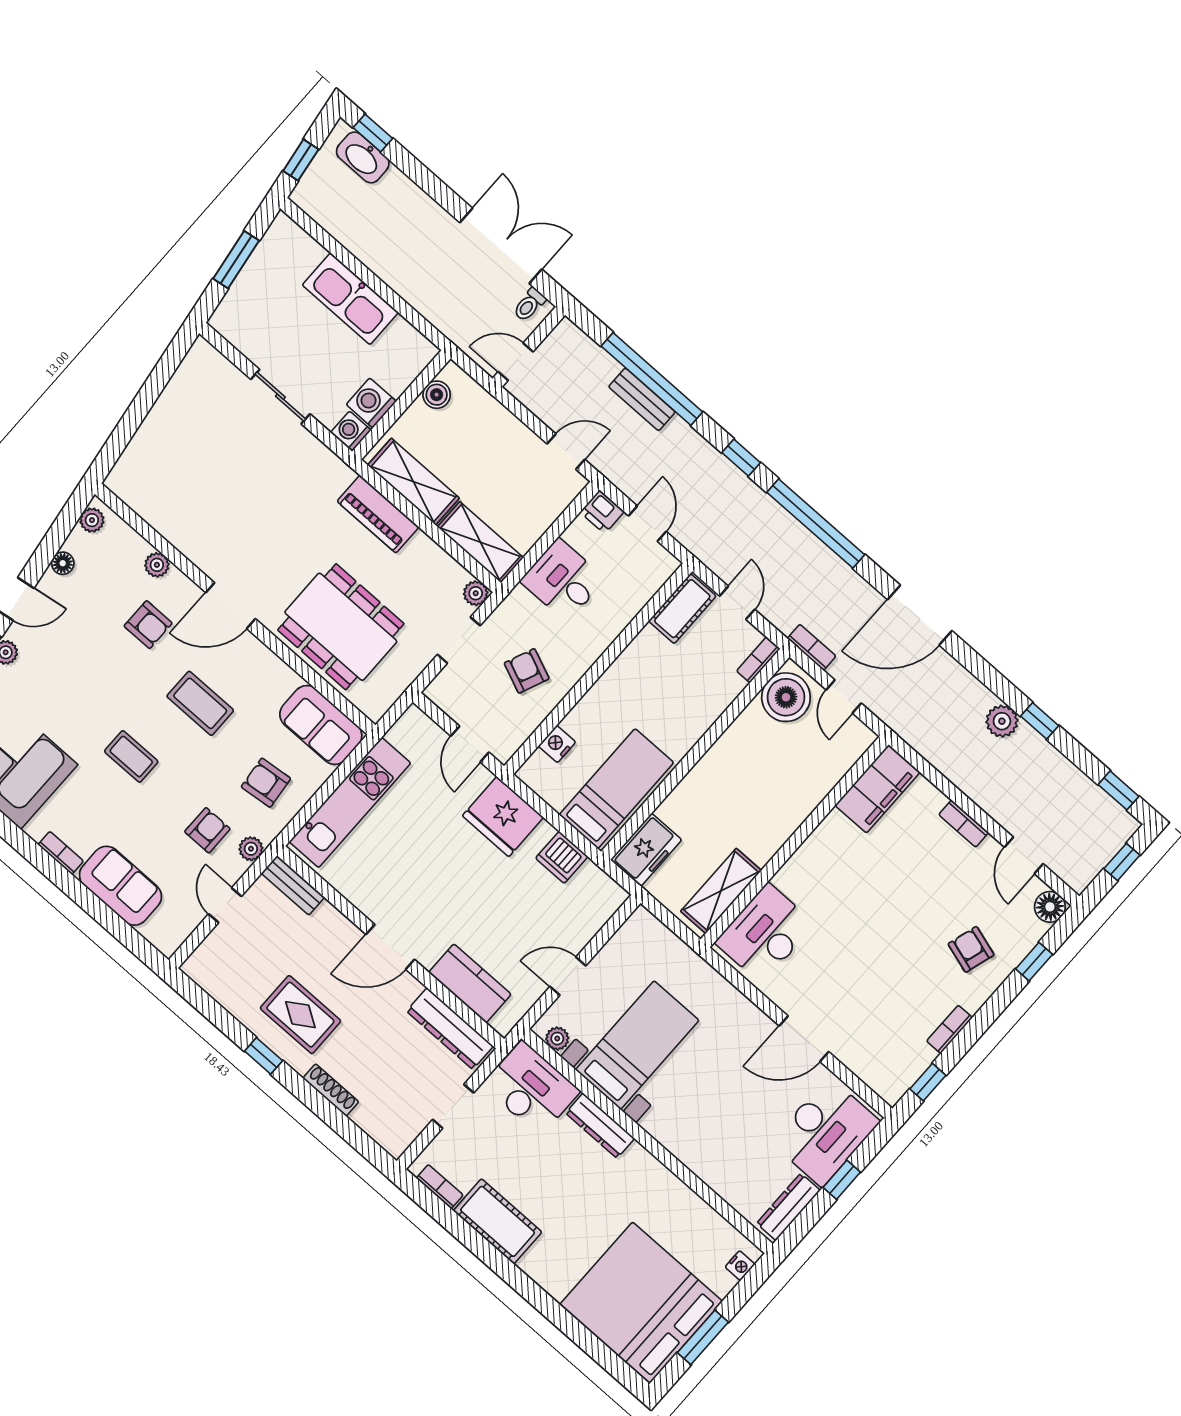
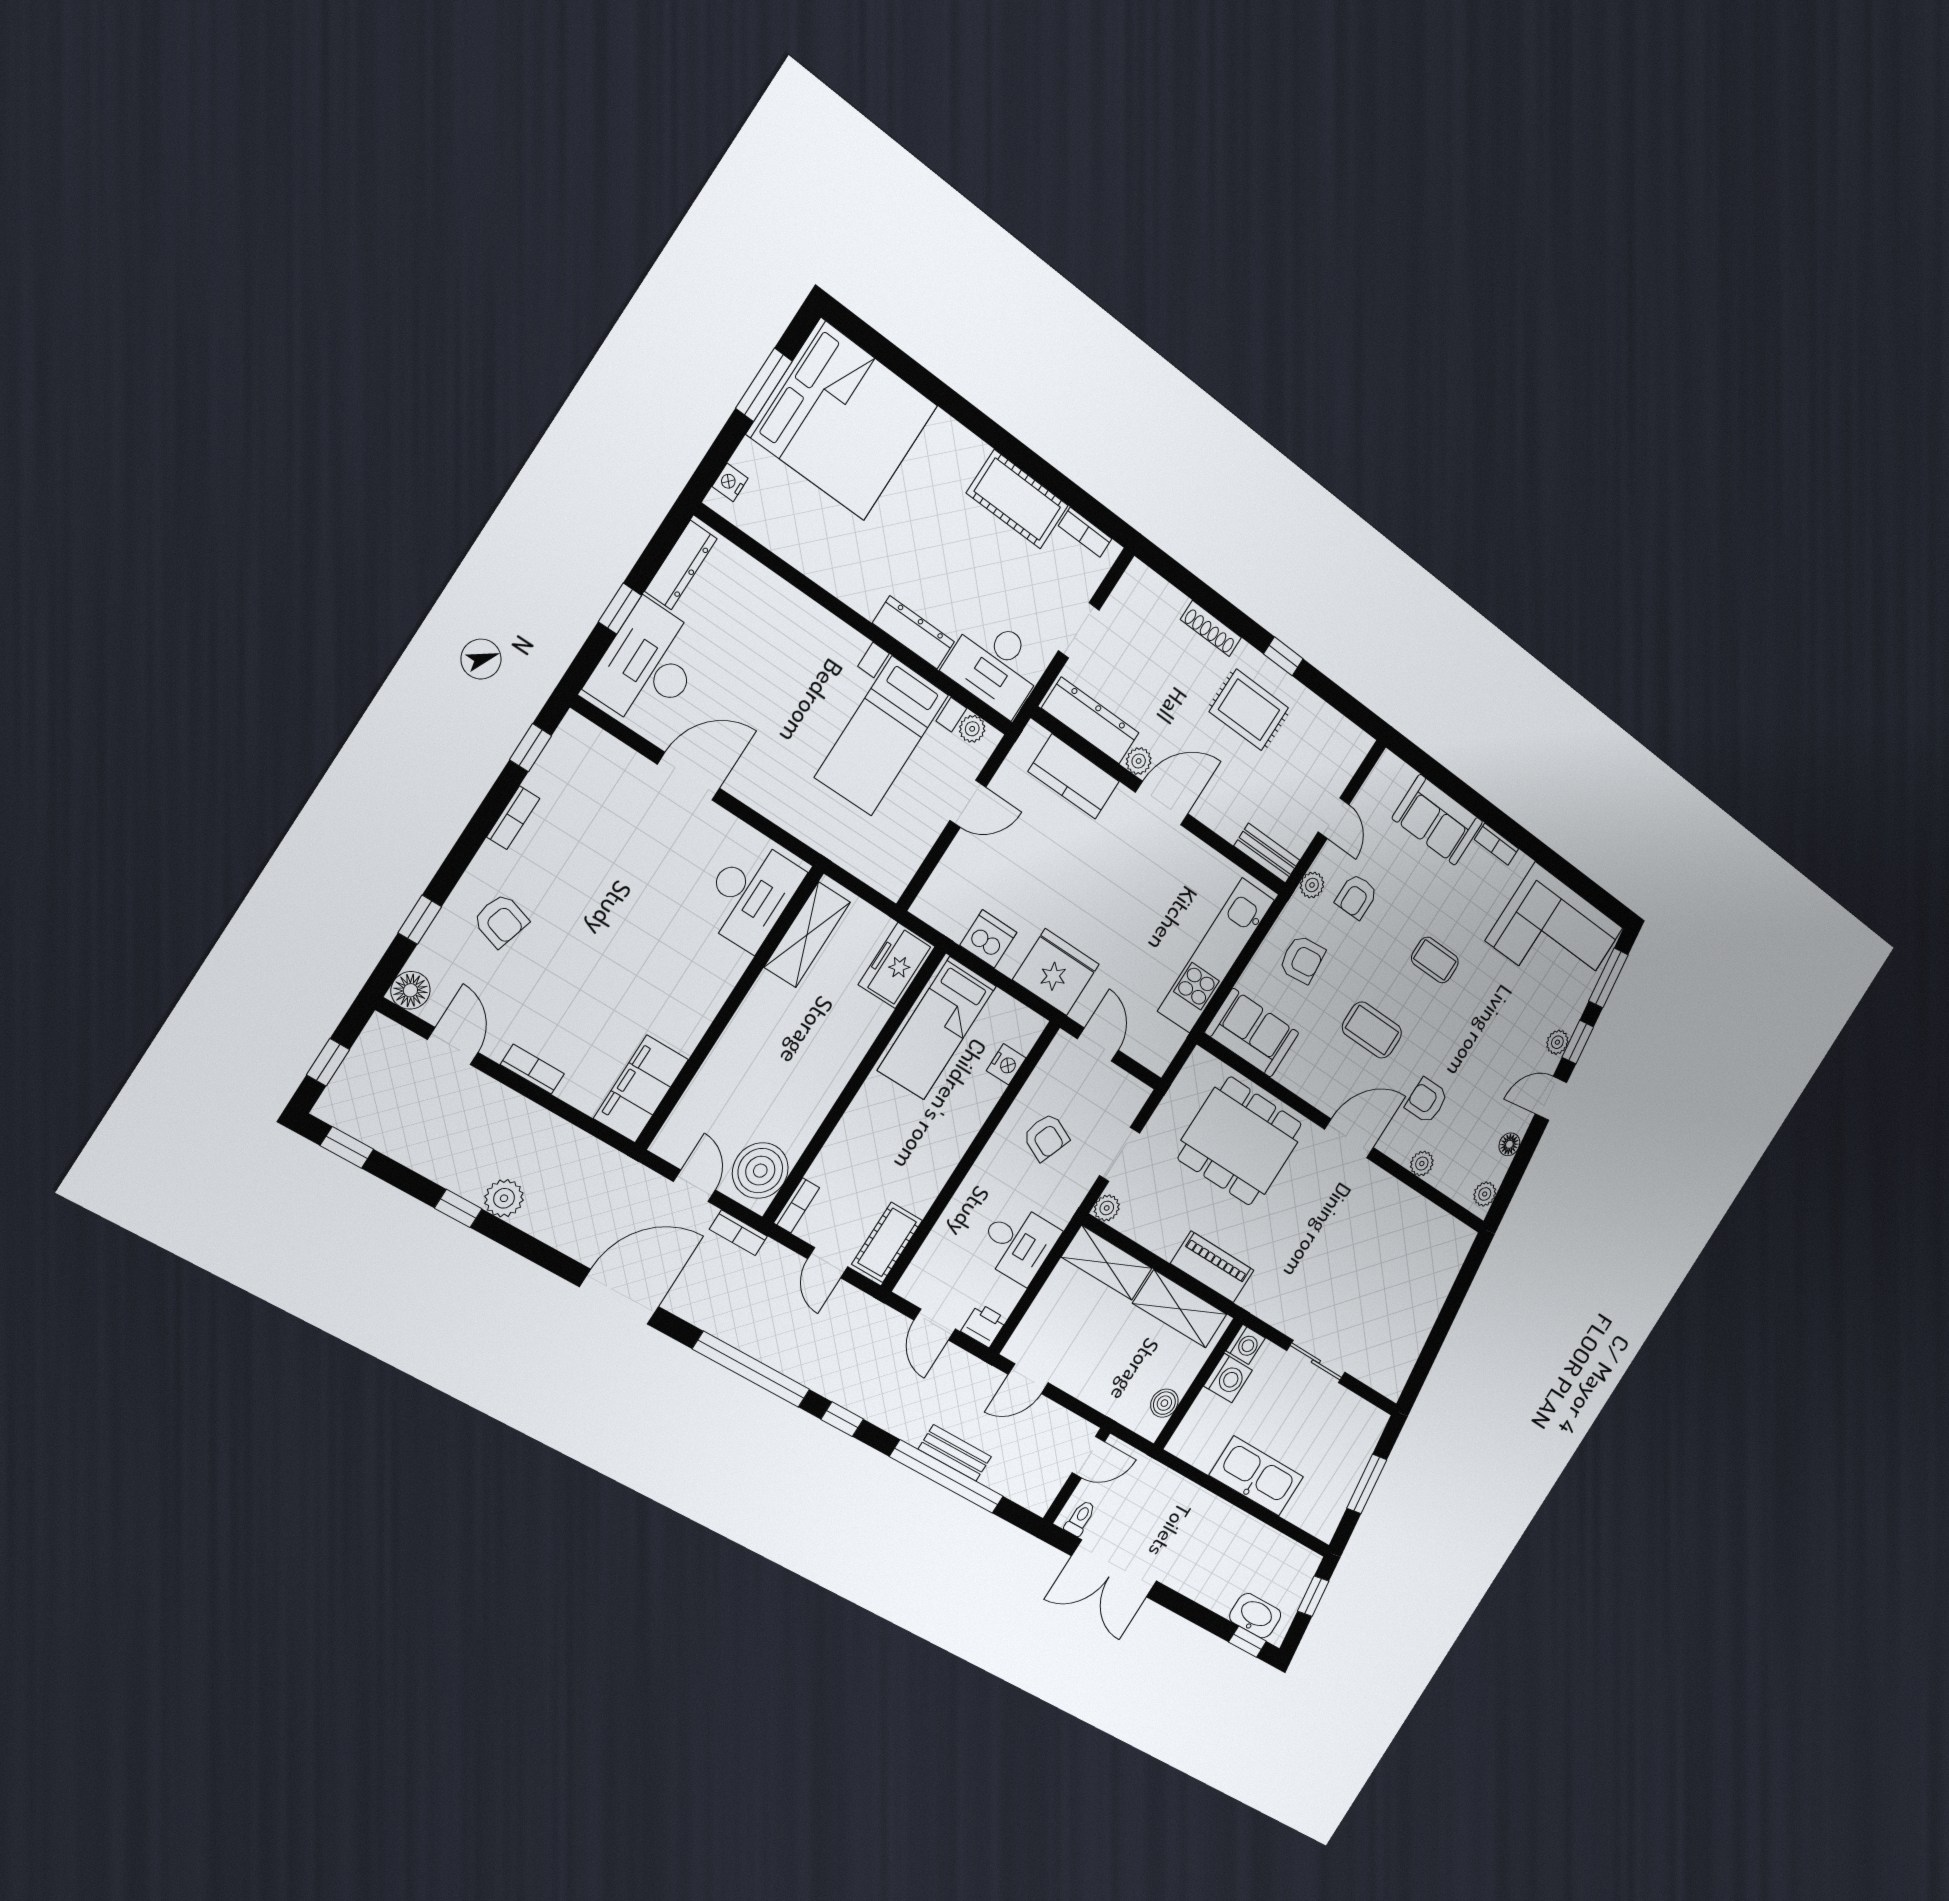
plant: (409, 987) -> (1139, 761), added

